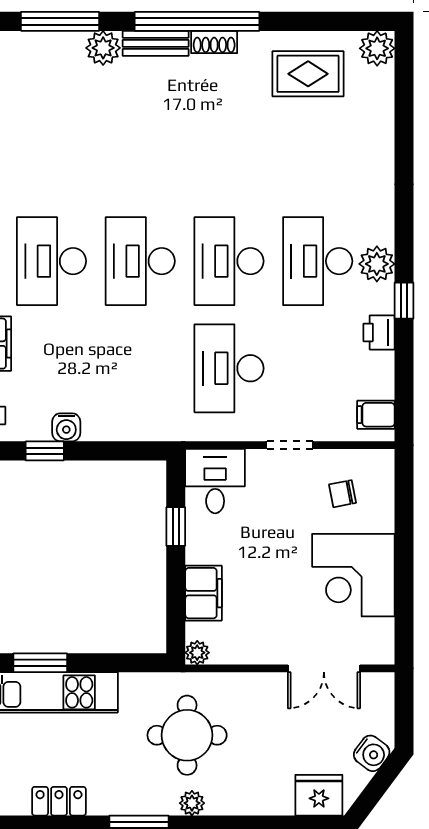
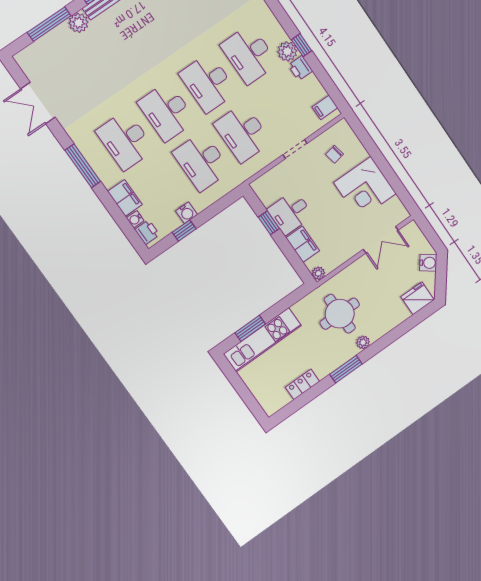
plant: (377, 264) -> (287, 51), moved
desk: (140, 368) -> (202, 162), added
desk: (215, 481) -> (290, 213), moved, turned -90

